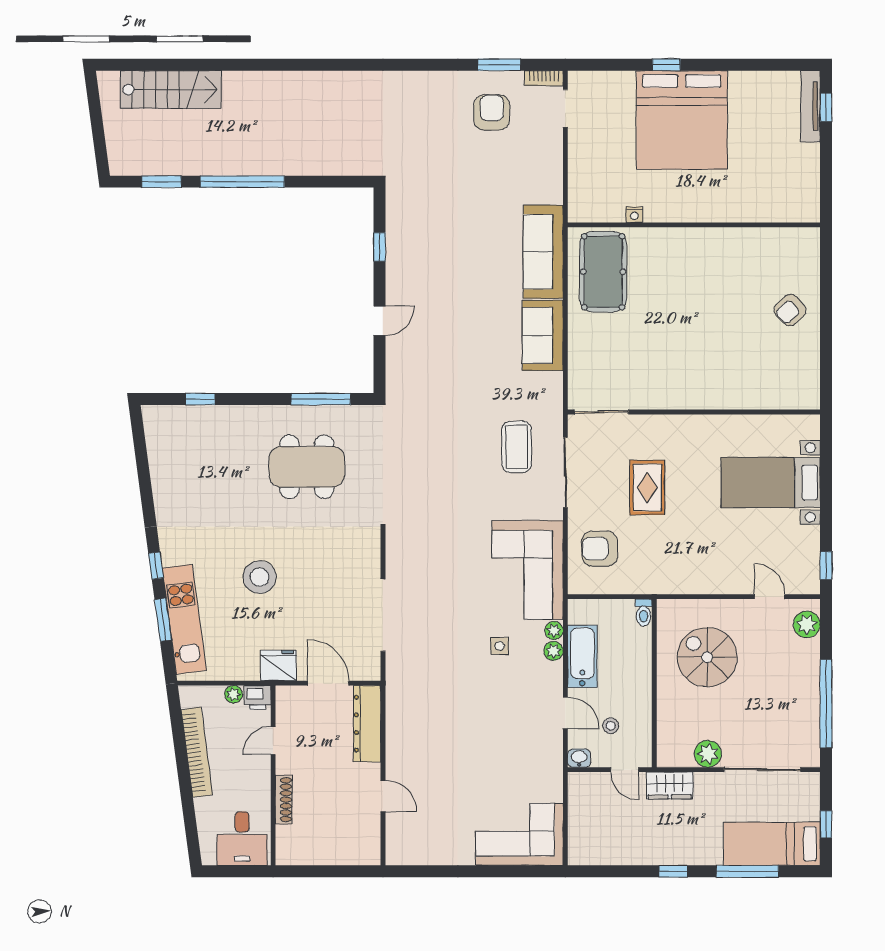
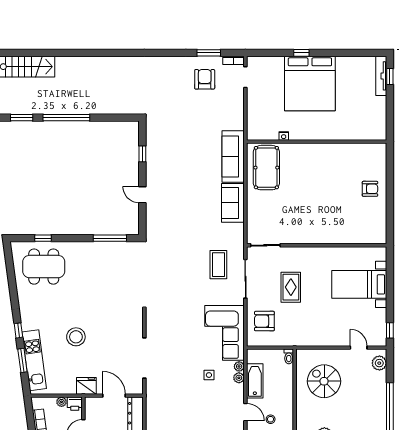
armchair: (790, 310) -> (370, 189), turned -137
door: (379, 321) -> (142, 195), swing flipped
dining table: (307, 467) -> (44, 267), moved

